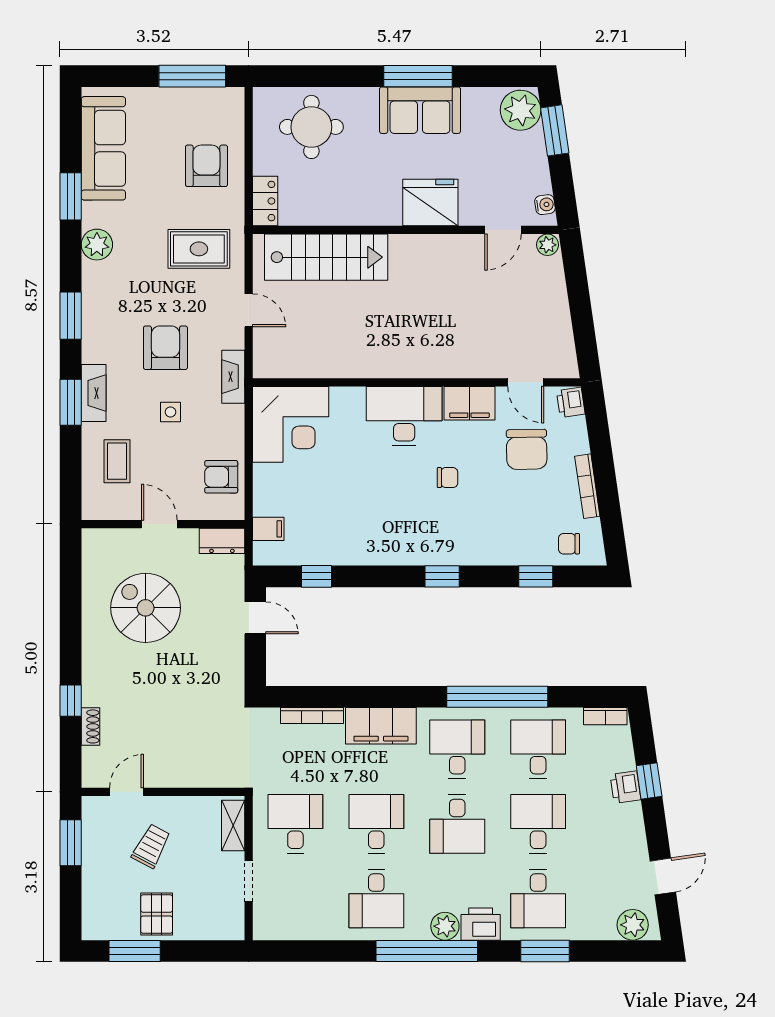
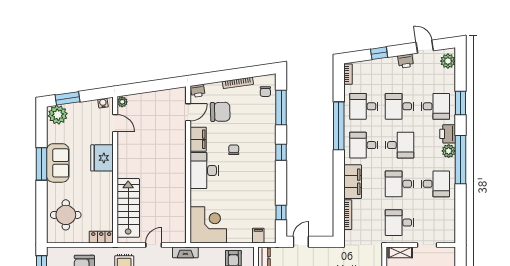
window: (536, 576) -> (281, 107), width x2.17
printer: (625, 787) -> (406, 61), moved

